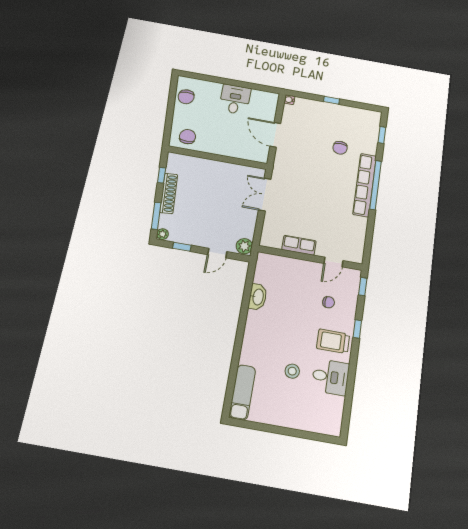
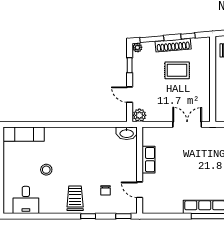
rug: (199, 194) -> (177, 70), added
washbasin: (258, 297) -> (127, 133), moved
desk: (330, 377) -> (26, 200), moved

